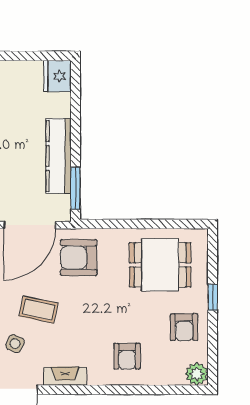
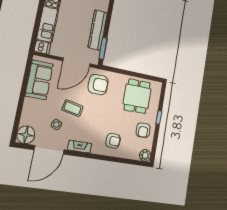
armchair: (79, 258) -> (98, 85), turned 180
dining table: (160, 265) -> (137, 96), turned 90
armchair: (127, 356) -> (113, 141), turned -86

